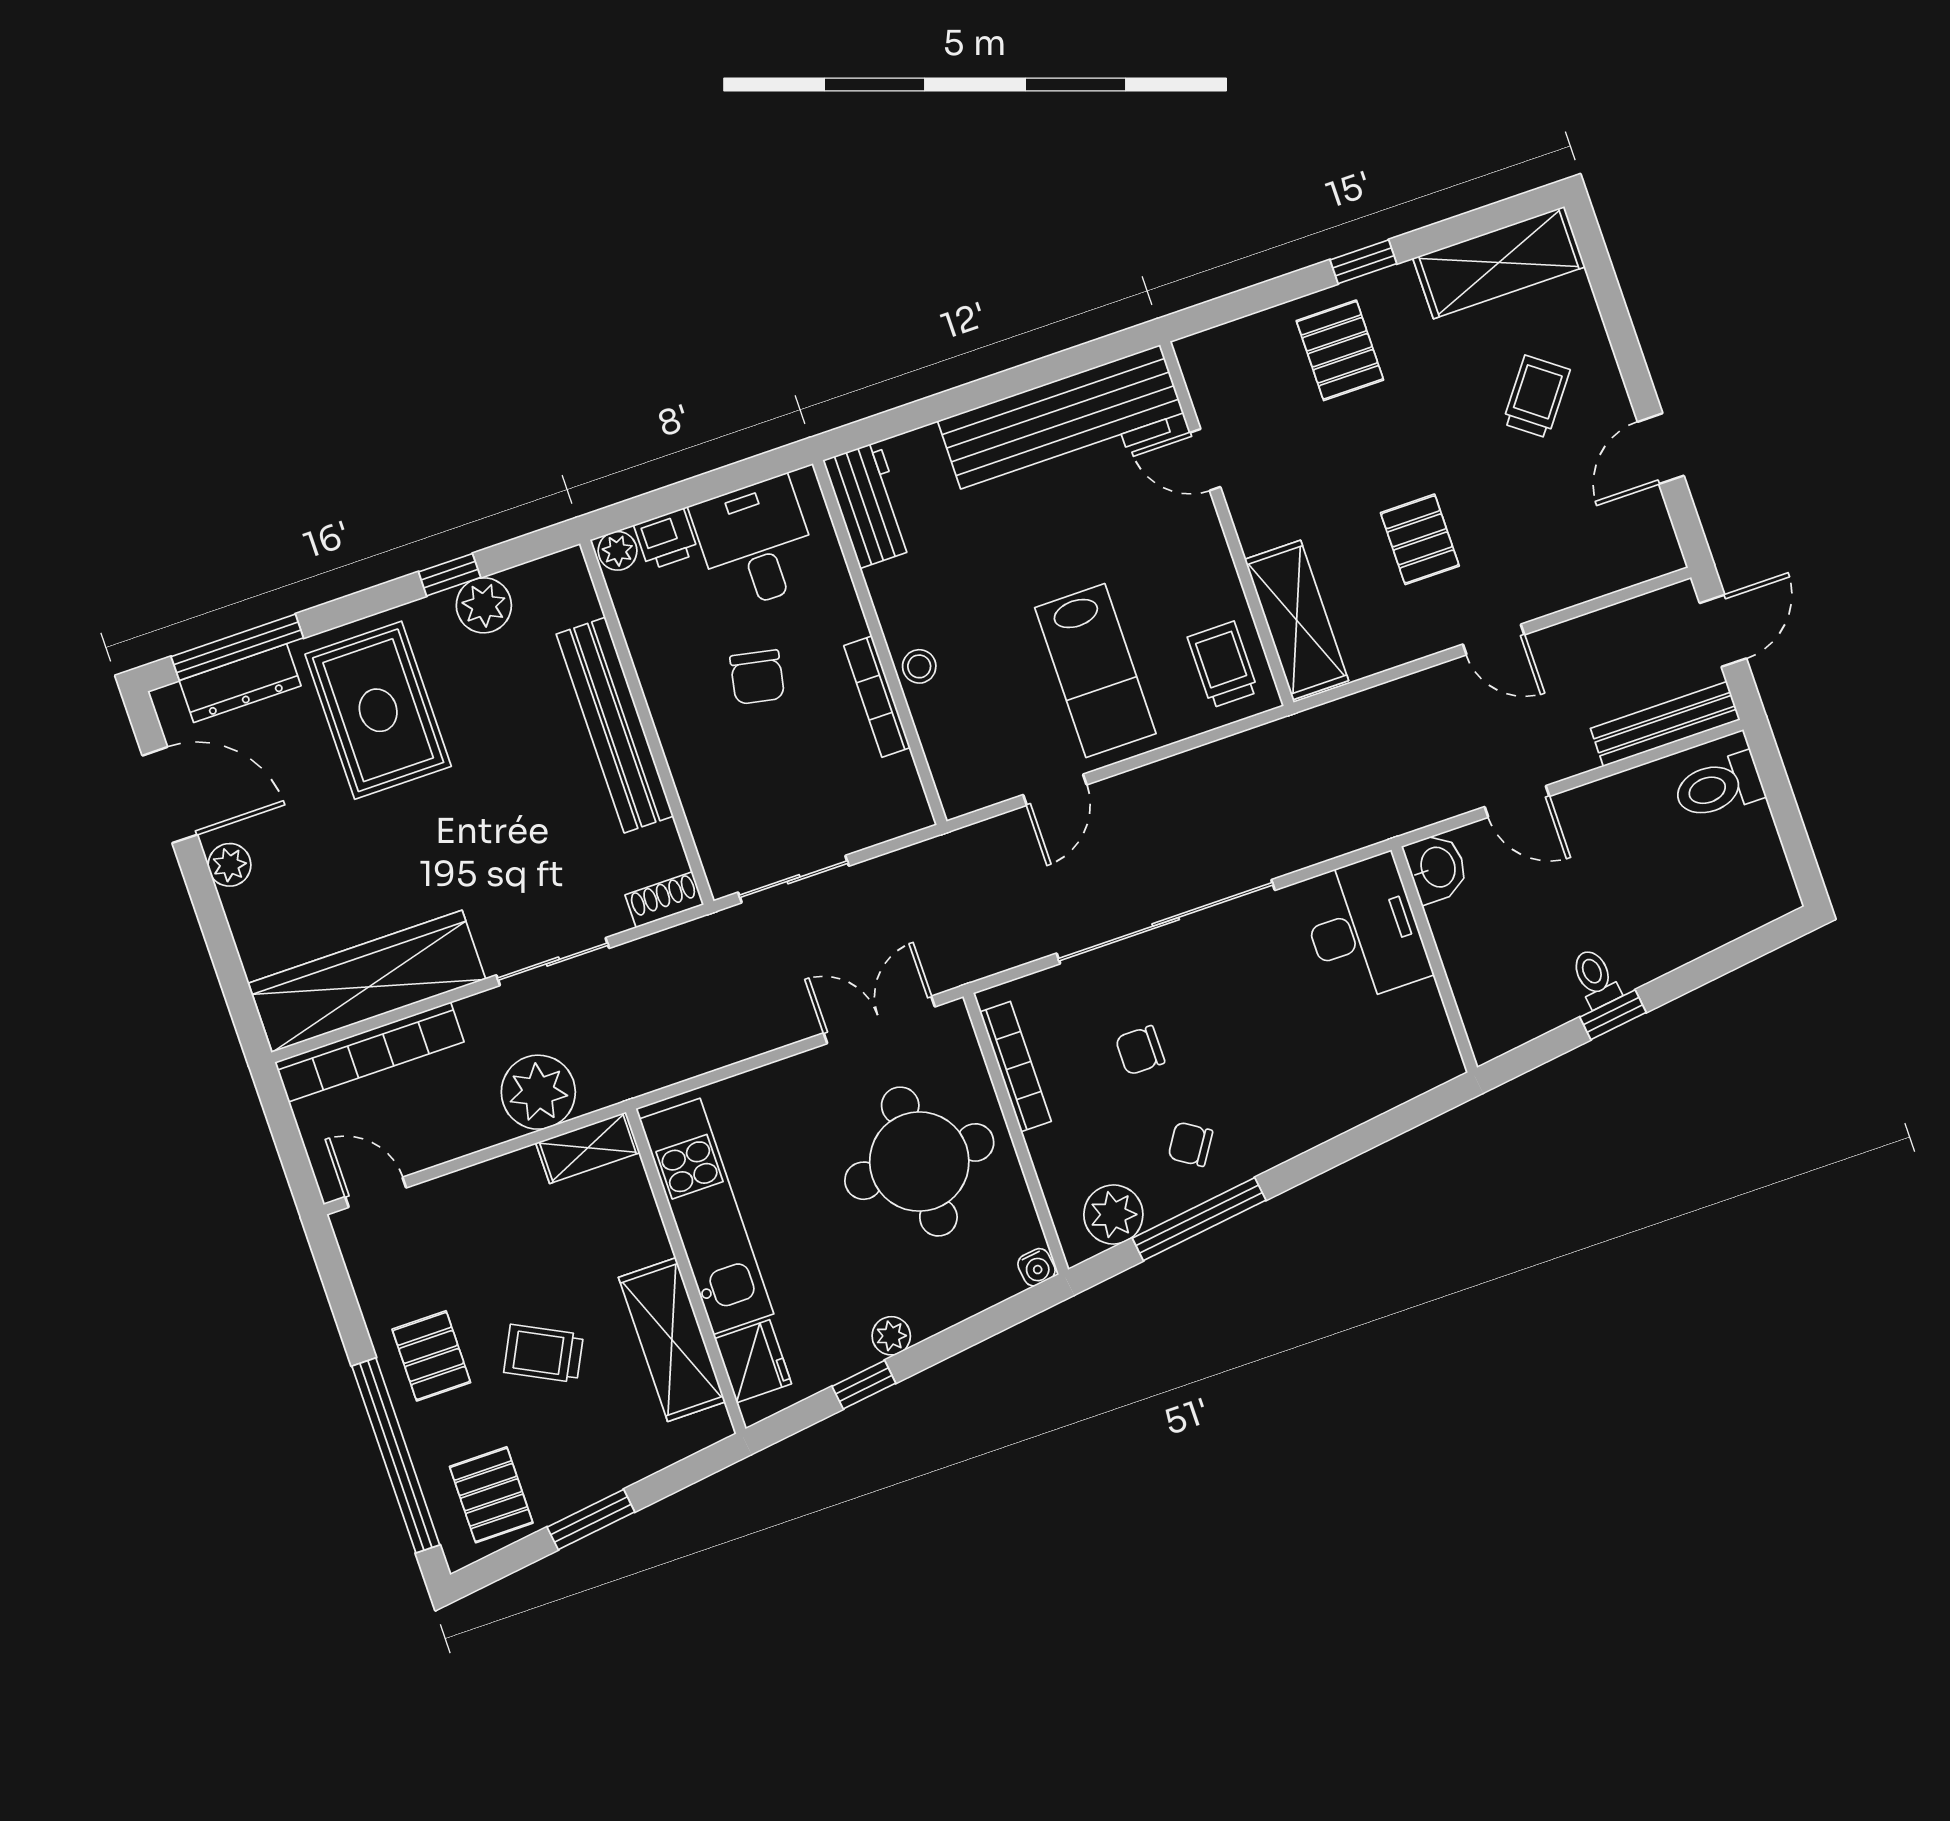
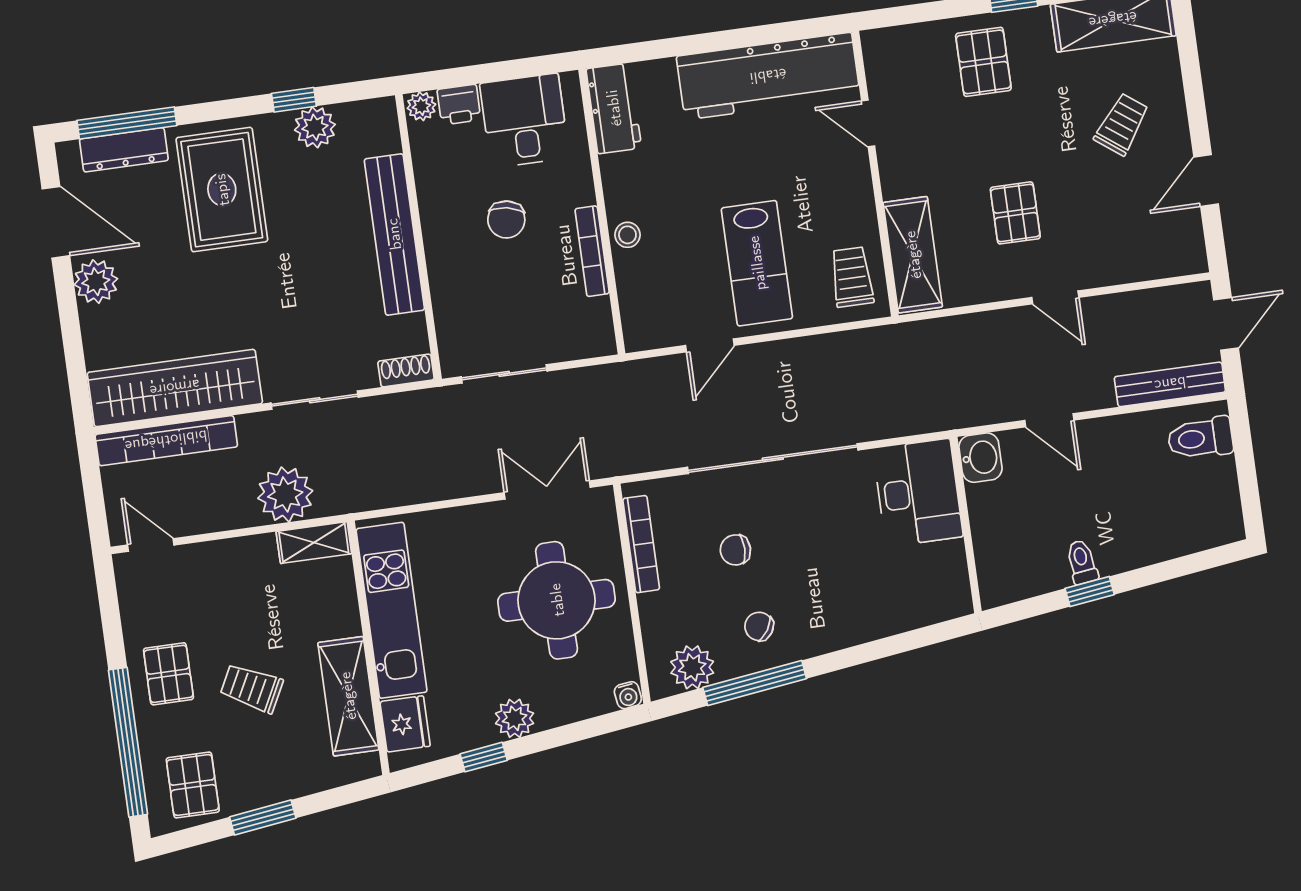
plant: (229, 865) -> (96, 282), width x1.38, depth x1.38
plant: (891, 1336) -> (515, 718), width x1.38, depth x1.38

